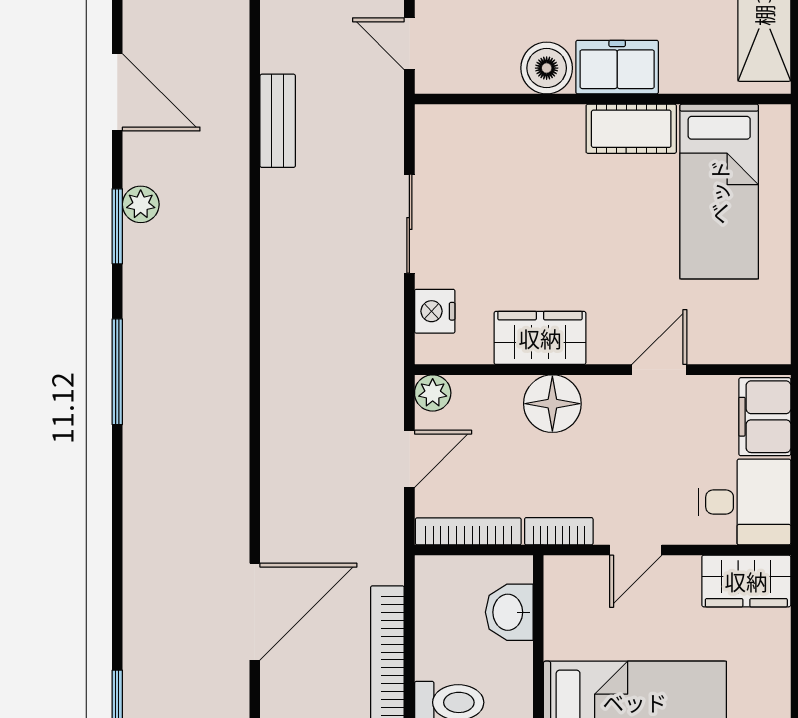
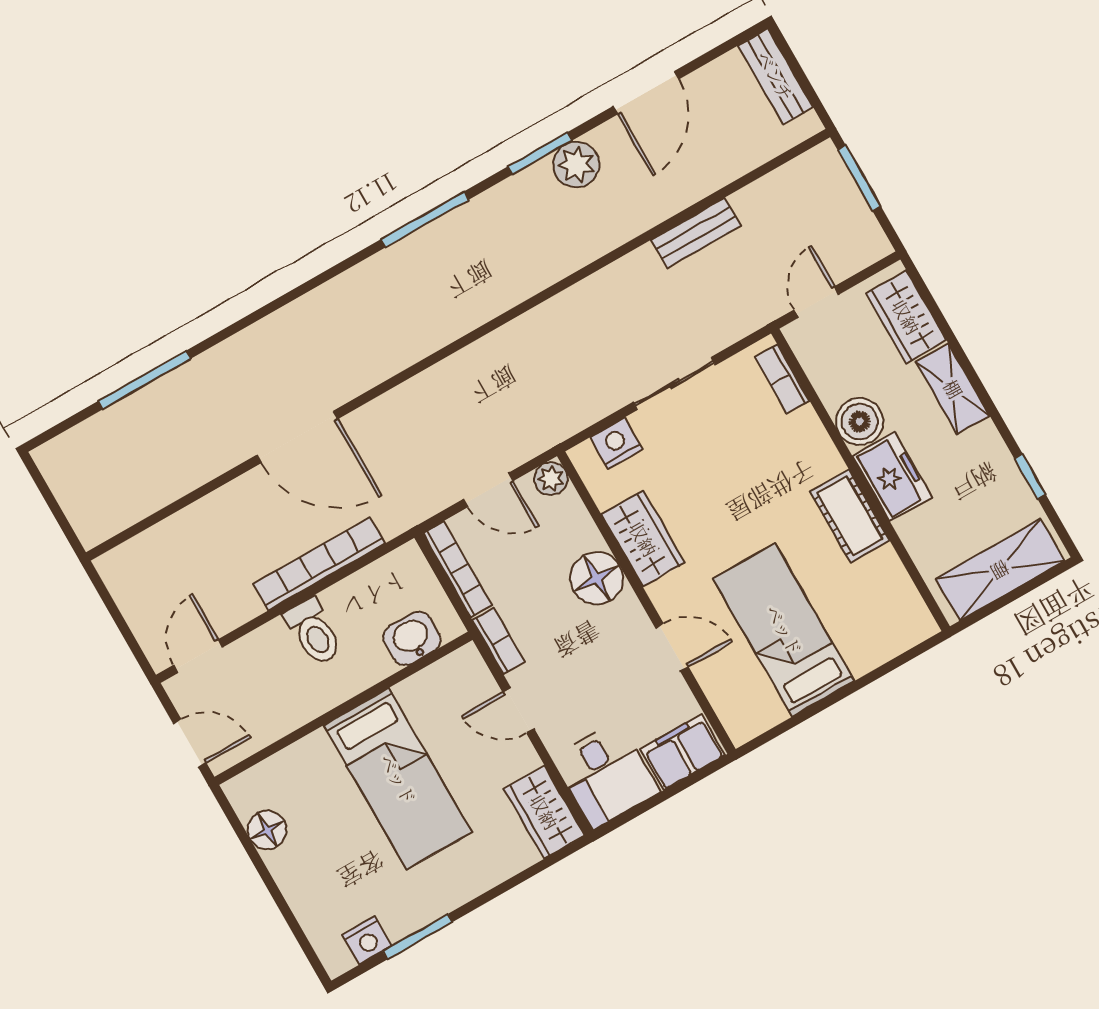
bookcase: (464, 119) -> (782, 379), added
bed: (719, 192) -> (784, 630), moved, turned 90
plant: (141, 204) -> (576, 164), width x1.38, depth x1.38

